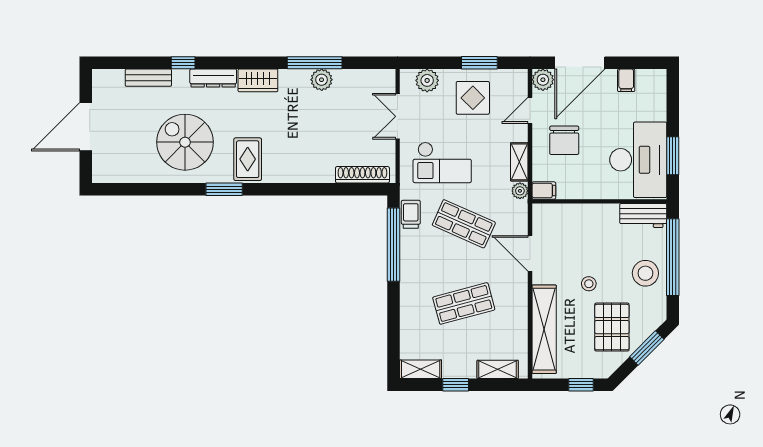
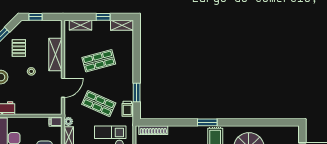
window: (224, 189) -> (207, 122), moved
window: (393, 245) -> (137, 92), width x0.47
door: (530, 253) -> (63, 88), hinge flipped
pallet: (612, 327) -> (19, 48), width x0.67, depth x0.71
shelving: (544, 329) -> (55, 54), width x0.68

